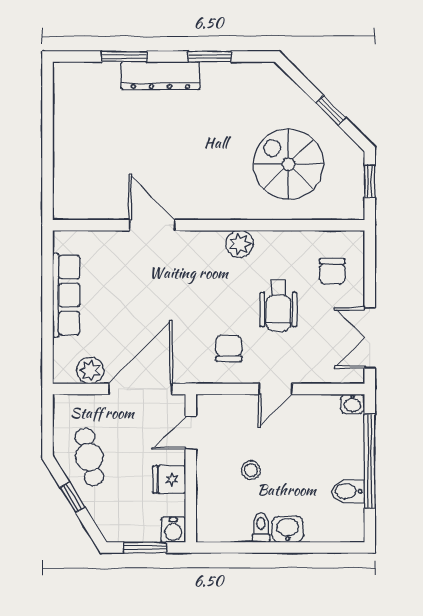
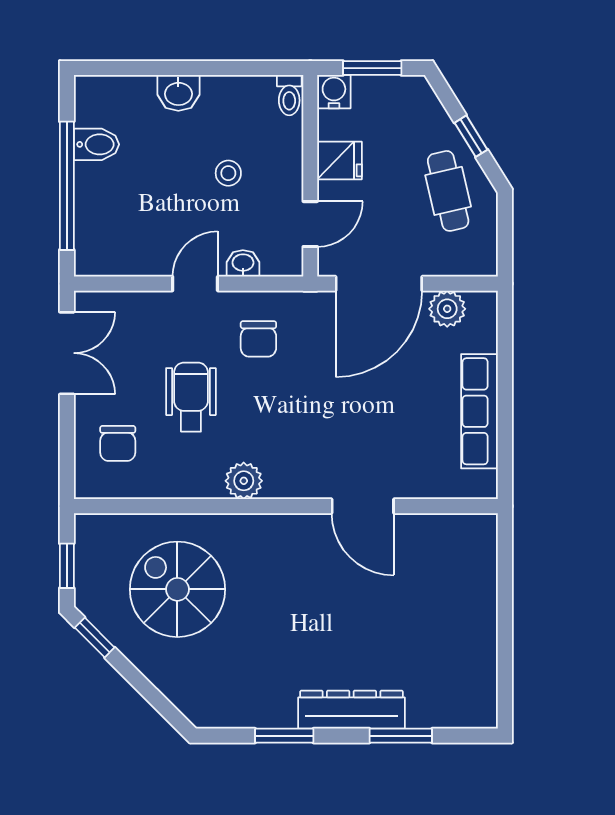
window: (331, 110) -> (95, 637), moved
spiral stairs: (288, 164) -> (177, 589), turned 180
chair: (332, 271) -> (118, 443), turned 180
washbasin: (353, 404) -> (243, 263), moved
toilet: (261, 528) -> (289, 95), moved

